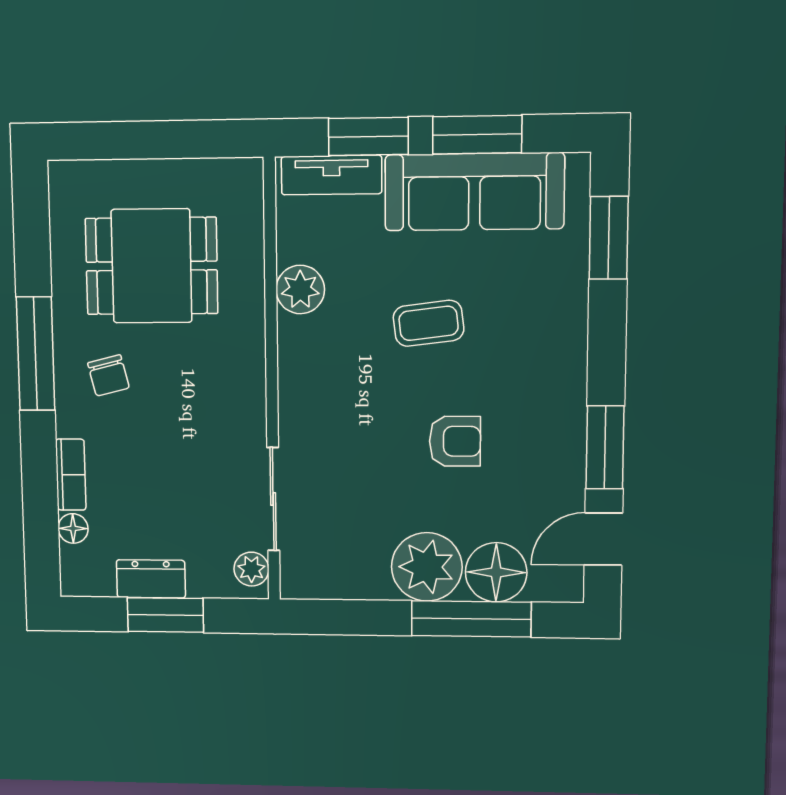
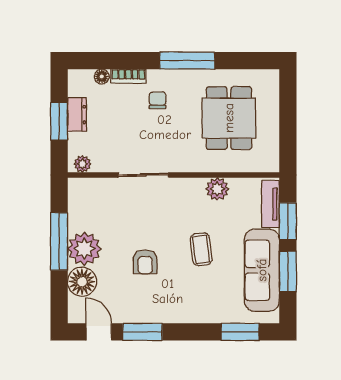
chair: (108, 375) -> (158, 100), moved, turned 104
sliding door: (273, 499) -> (143, 175), moved
window: (471, 619) -> (59, 241), moved

